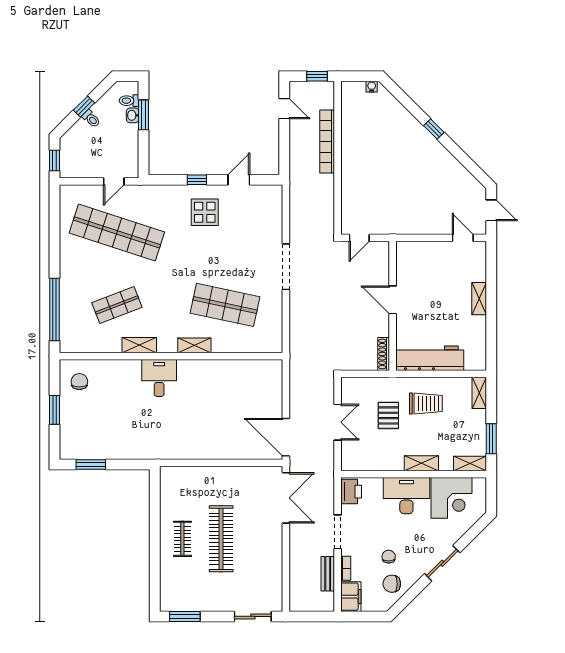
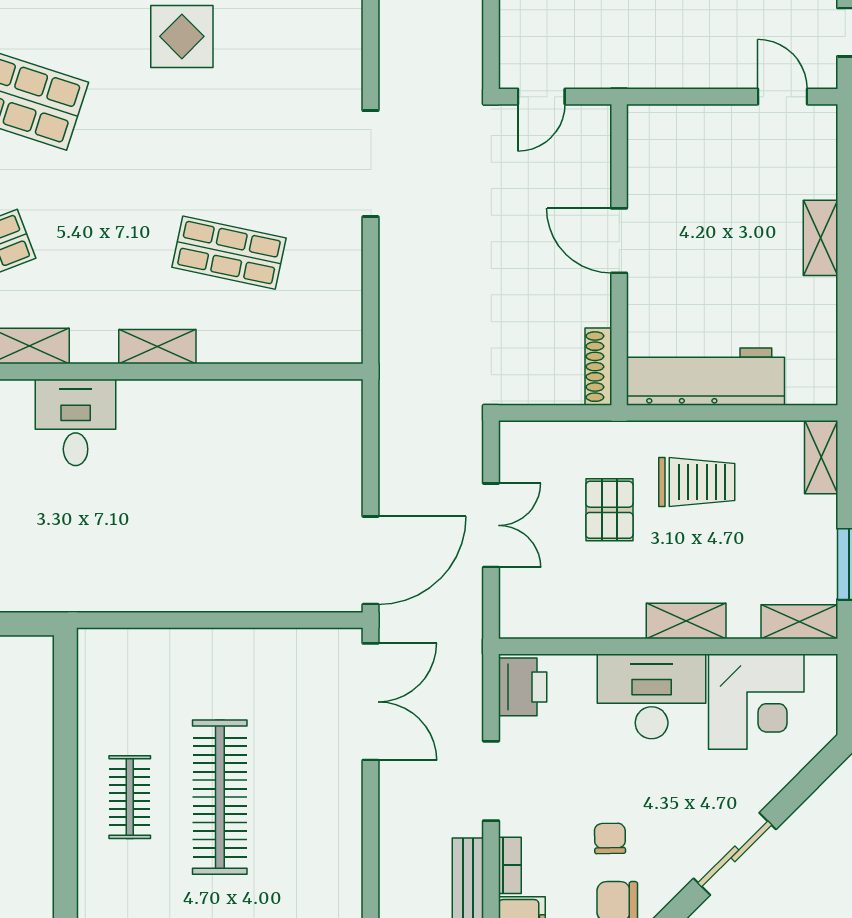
shop shelf: (225, 305) -> (229, 253), width x0.70, depth x0.74
door: (286, 437) -> (371, 560), swing flipped

